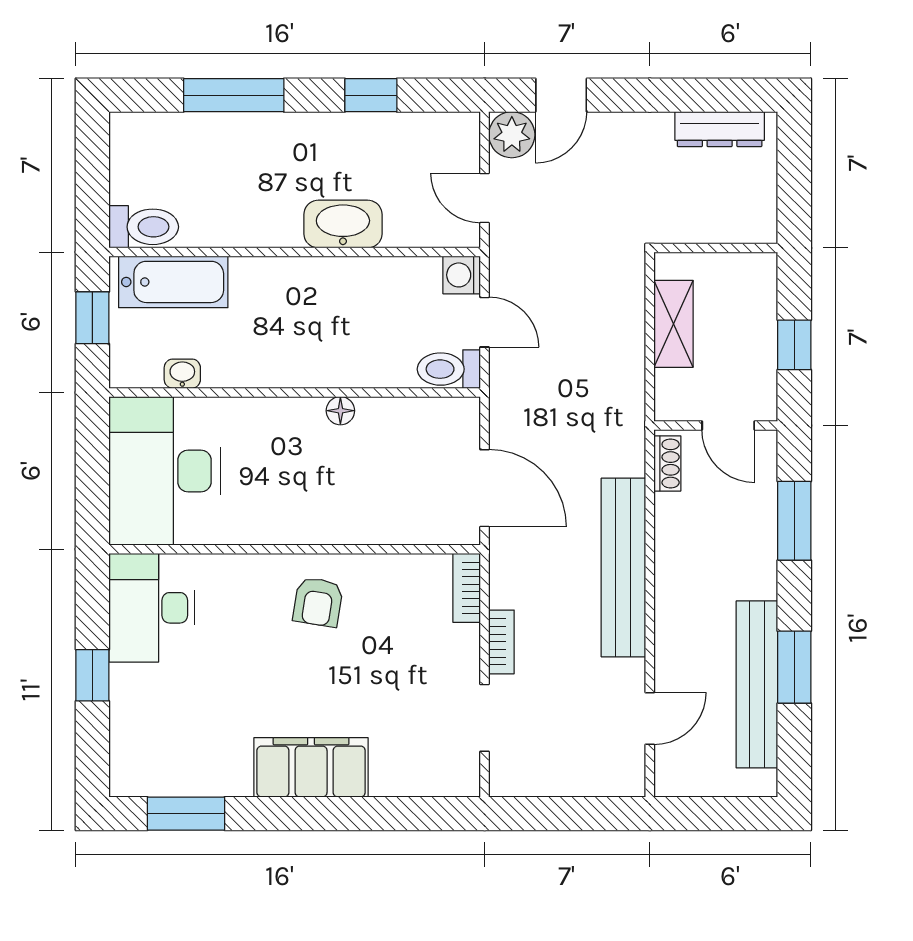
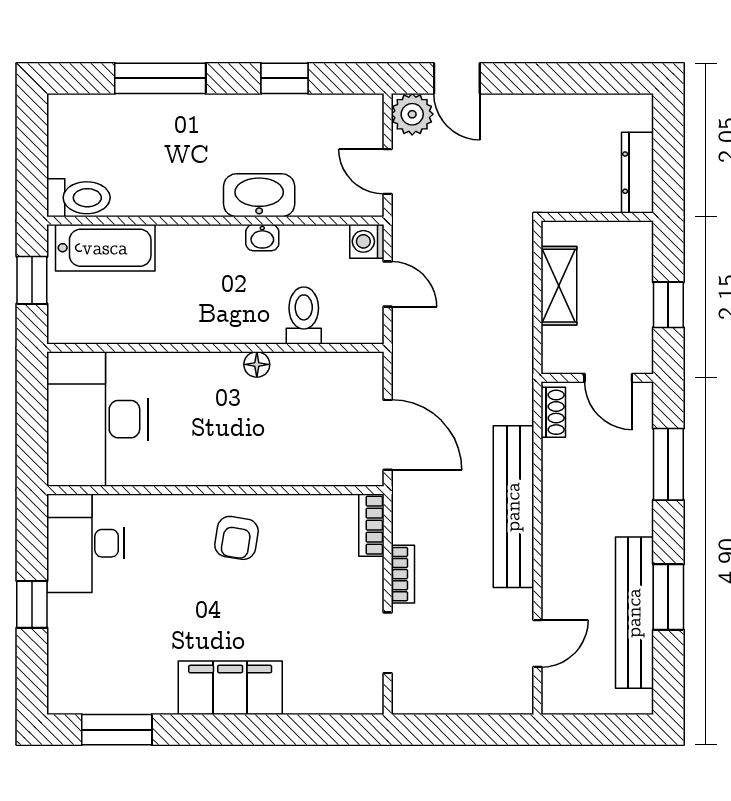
door: (561, 95) -> (457, 78), hinge flipped
dresser: (720, 129) -> (637, 173), moved, turned 90
toilet: (449, 369) -> (304, 315), moved, turned 90
washbasin: (182, 374) -> (262, 238), moved, turned 180

